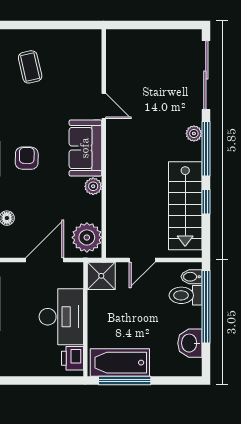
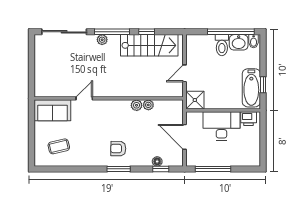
sofa: (85, 148) -> (52, 110), moved
plant: (87, 237) -> (148, 105), moved, width x0.53, depth x0.53
door: (142, 260) -> (185, 73), swing flipped
bidet: (192, 277) -> (254, 41), moved
toilet: (186, 295) -> (222, 45), moved
window: (206, 307) -> (231, 32), moved
window: (125, 381) -> (263, 85), width x0.46

